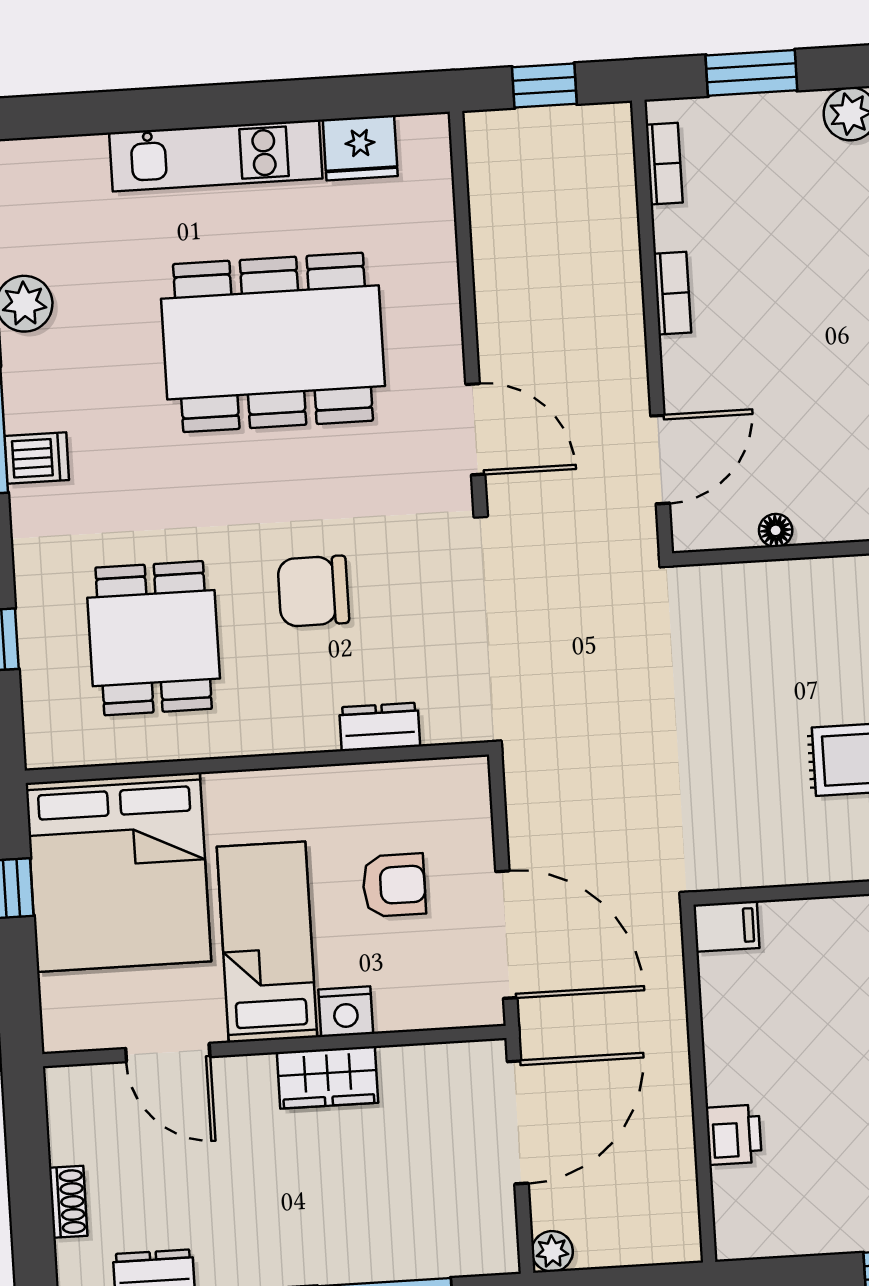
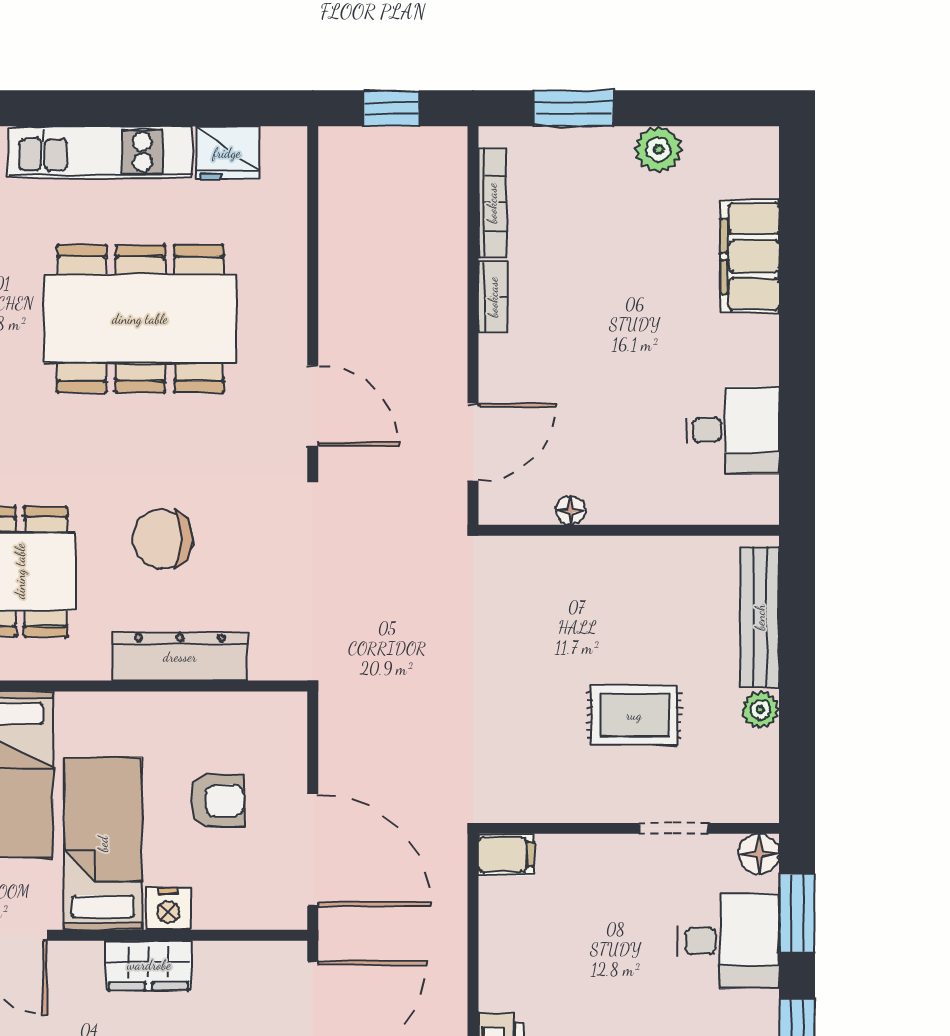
bookcase: (664, 164) -> (492, 203), width x1.56
dresser: (380, 727) -> (180, 657), width x1.96, depth x1.24

